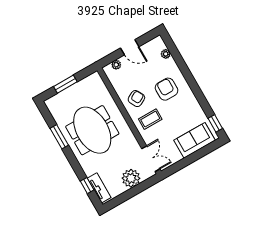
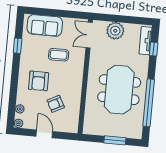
plant: (116, 65) -> (18, 123), moved
armchair: (136, 99) -> (56, 104), moved
coffee table: (150, 119) -> (59, 55), moved
window: (215, 123) -> (18, 46), moved
window: (59, 137) -> (149, 103), width x2.11

